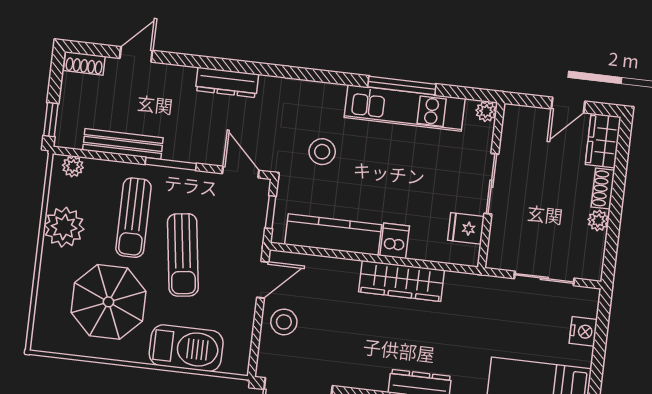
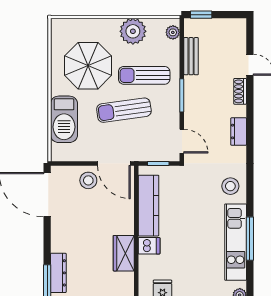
shoe rack: (84, 63) -> (240, 91), moved
dresser: (227, 82) -> (239, 132), width x0.70
bench: (123, 144) -> (191, 56), width x0.73
stool: (322, 152) -> (230, 186), moved
door: (241, 172) -> (182, 141), hinge flipped
door: (263, 280) -> (114, 163), width x1.38
wardrobe: (401, 281) -> (124, 253), width x0.67

